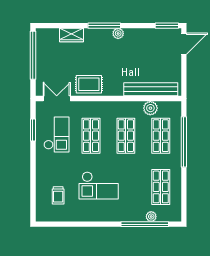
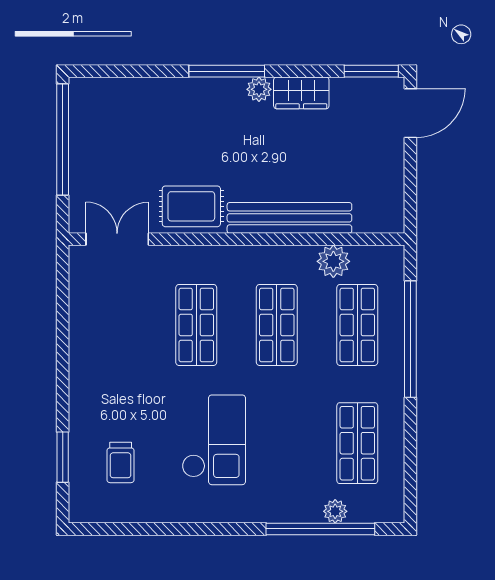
wardrobe: (72, 35) -> (301, 93), moved
bench: (151, 89) -> (289, 218), moved
window: (33, 130) -> (63, 457), moved
checkout: (56, 134) -> (117, 322), removed
checkout: (99, 186) -> (214, 440), turned -90

